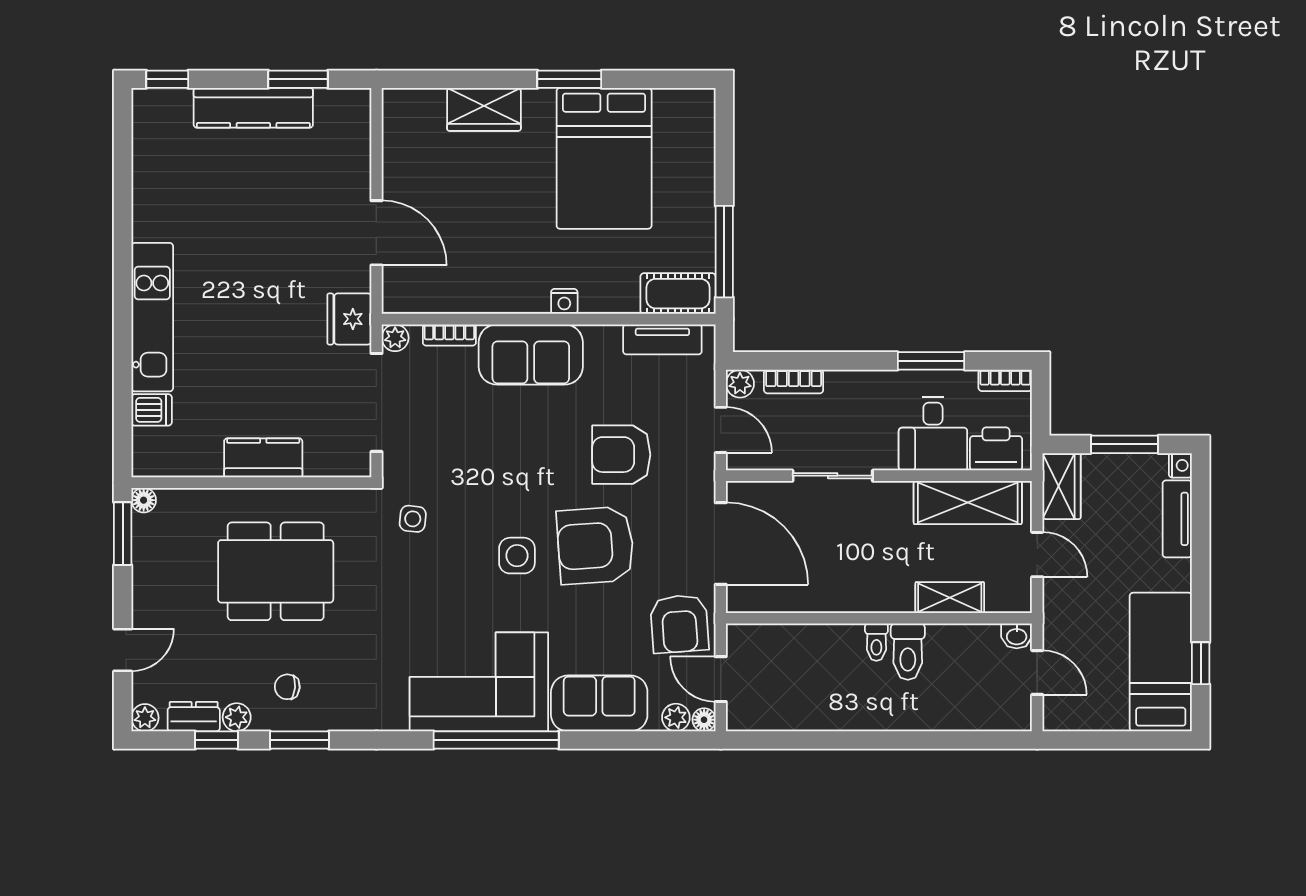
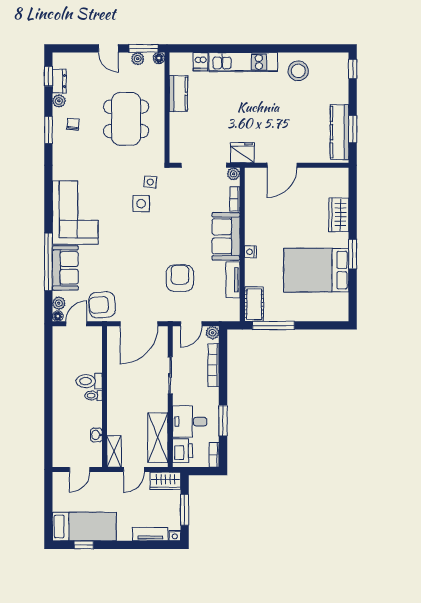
kitchen counter: (253, 108) -> (340, 132), moved
stool: (171, 197) -> (298, 71), added
tv unit: (662, 339) -> (233, 280), moved
bookcase: (794, 381) -> (214, 365), width x1.56
kitchen counter: (263, 458) -> (178, 94), moved
armchair: (595, 545) -> (138, 266), removed
side table: (517, 556) -> (141, 204), moved
shelving: (950, 598) -> (114, 451), moved
washbasin: (1017, 636) -> (96, 435), moved
door: (123, 650) -> (108, 48), moved
toilet: (908, 652) -> (89, 381), moved
plant: (145, 718) -> (138, 59), moved
window: (217, 740) -> (48, 76), moved
window: (496, 740) -> (48, 262), moved

